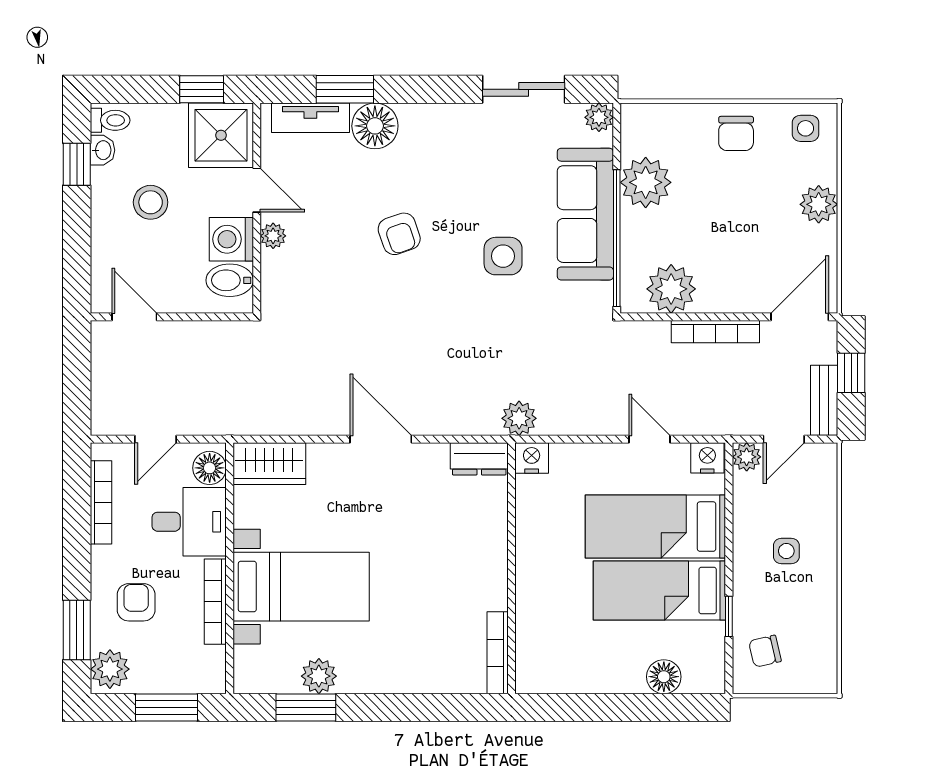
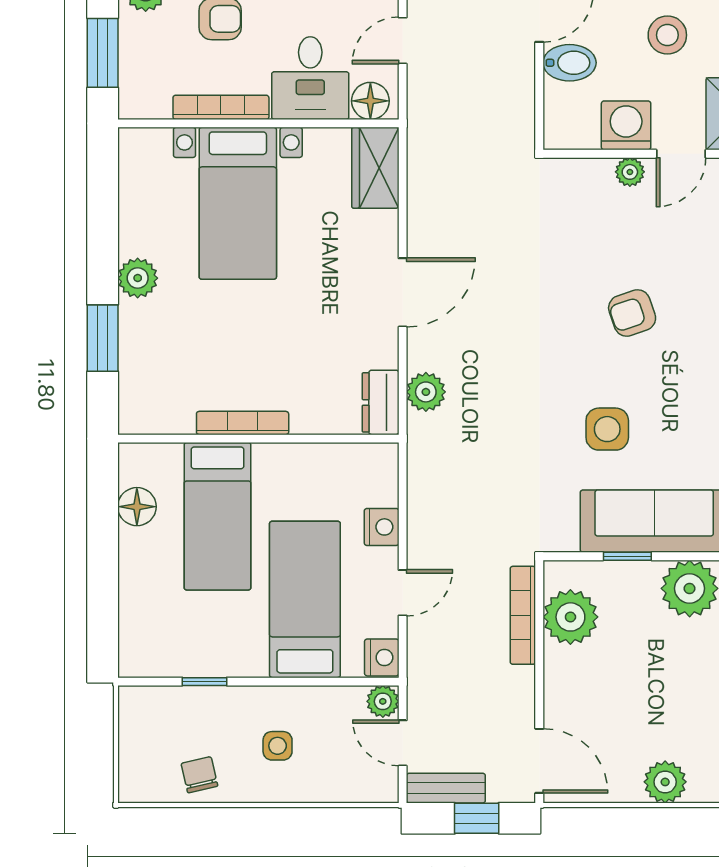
window: (617, 238) -> (627, 556), width x0.32
bidet: (230, 280) -> (570, 63), moved, turned 90
bookcase: (715, 332) -> (523, 615), moved
plant: (519, 418) -> (426, 392), moved
door: (155, 439) -> (403, 41), hinge flipped
nightstand: (532, 458) -> (382, 527), moved
bed: (659, 591) -> (218, 516), moved, turned 180
chair: (765, 651) -> (199, 775), moved
bookcase: (498, 653) -> (243, 423), moved
plant: (319, 676) -> (138, 278), moved
floor lamp: (664, 677) -> (137, 507), moved
window: (306, 707) -> (103, 338), moved

